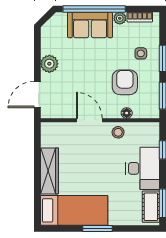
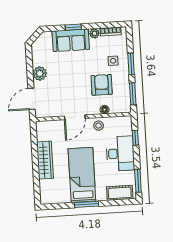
window: (94, 9) -> (73, 27), width x0.32
door: (89, 120) -> (75, 117), swing flipped
cot: (151, 207) -> (120, 193), moved, turned 90
bed: (74, 210) -> (82, 175), moved, turned -90

